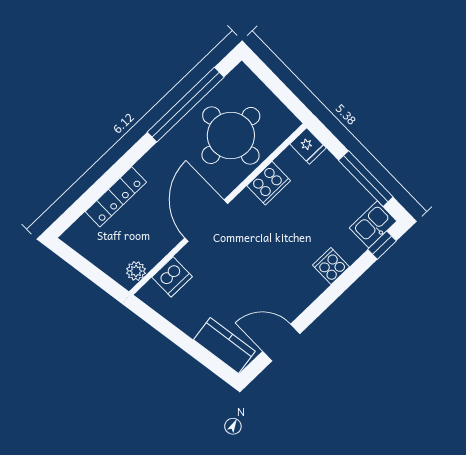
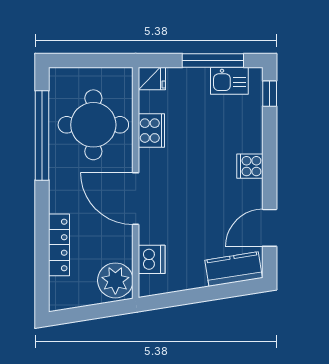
kitchen sink: (373, 224) -> (229, 81), moved, turned -90
cooker: (331, 266) -> (250, 166), moved
plant: (136, 271) -> (115, 280), width x1.87, depth x1.87

